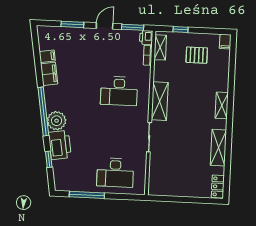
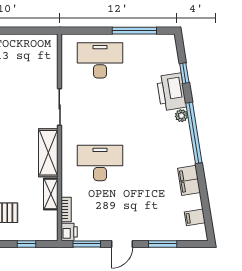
shelving: (160, 47) -> (51, 194), moved
filing cabinet: (47, 56) -> (195, 217), moved
plant: (57, 121) -> (181, 116), width x0.53, depth x0.53

